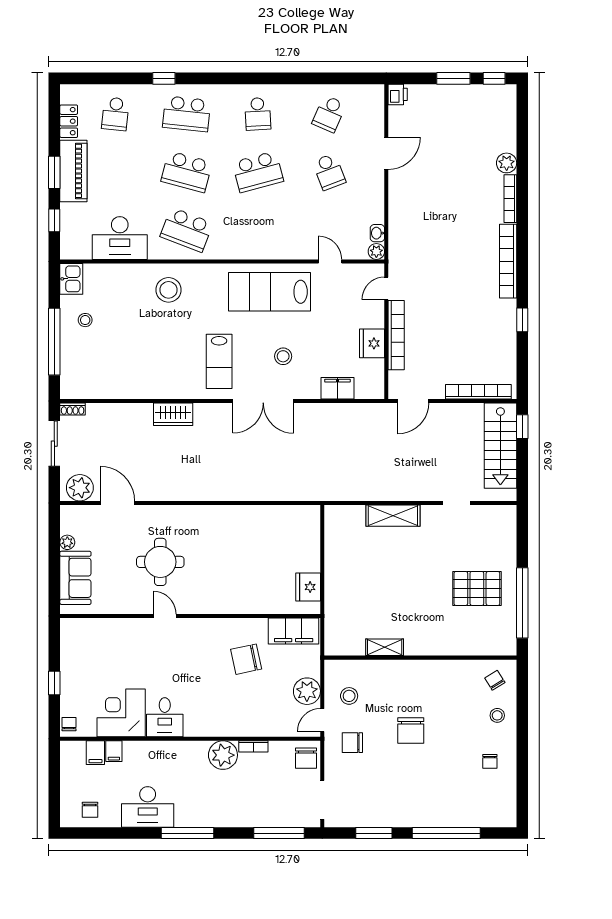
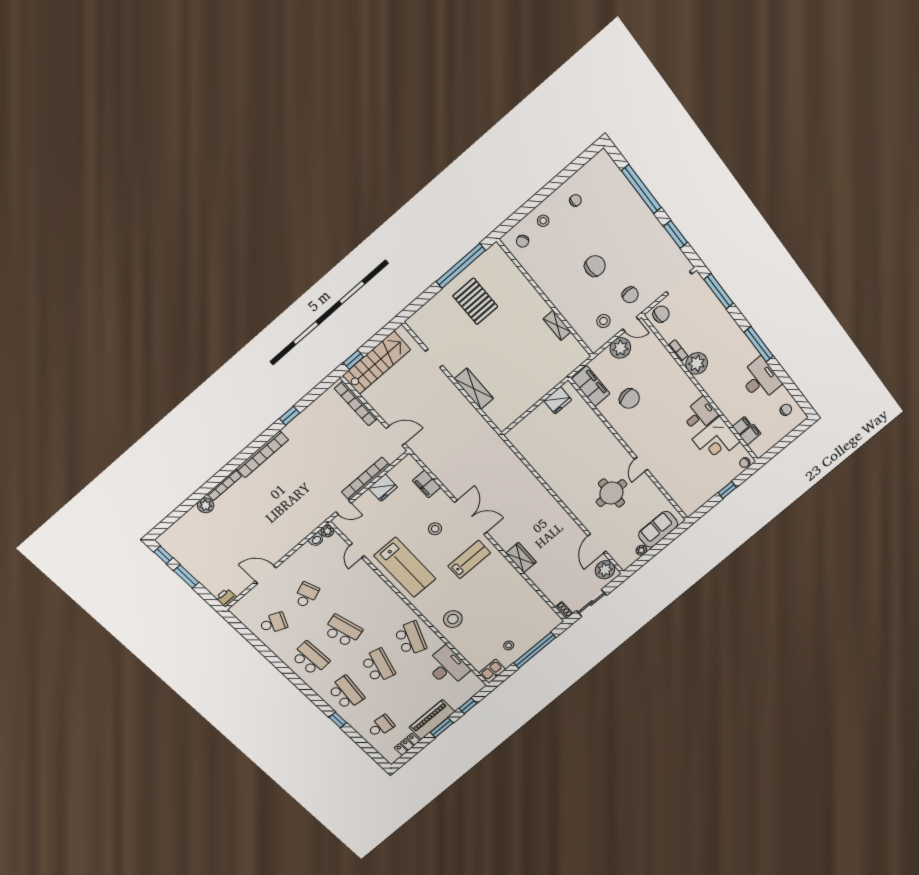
school desk: (258, 114) -> (310, 658), width x1.85

